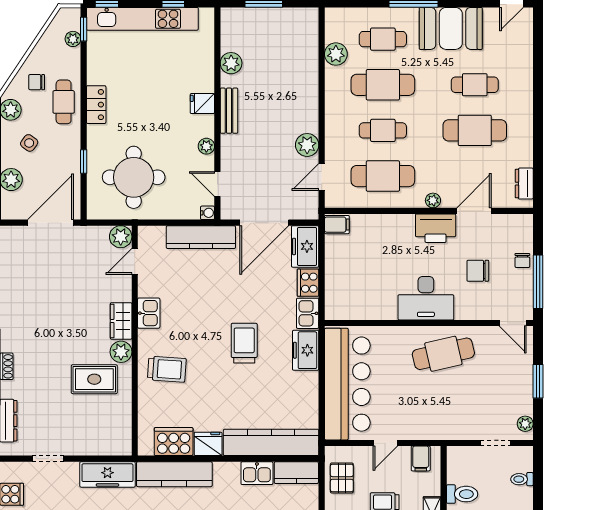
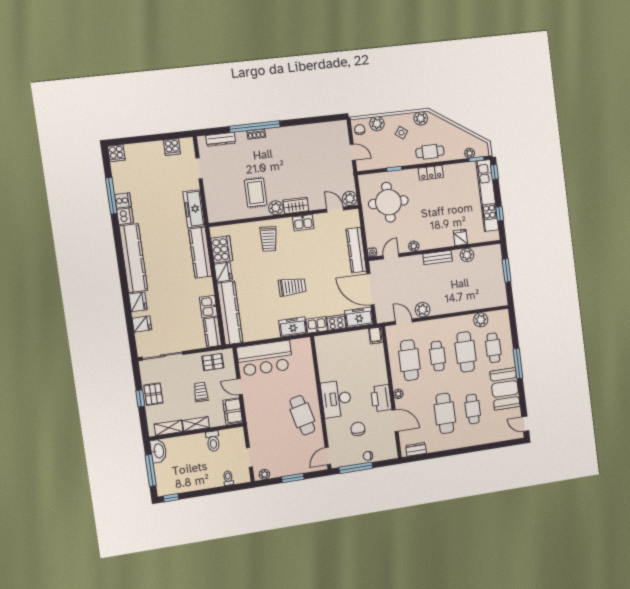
chair: (37, 82) -> (360, 130), moved
fridge: (202, 104) -> (460, 237), moved
door: (50, 223) -> (353, 152), width x0.53
bar counter: (347, 384) -> (265, 358), width x0.73
filing cabinet: (421, 458) -> (233, 411), width x2.00

